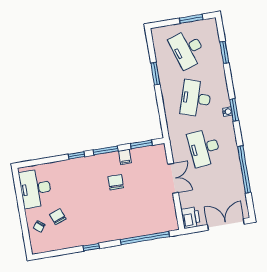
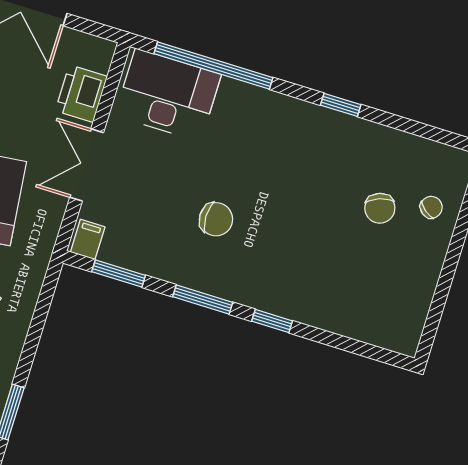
filing cabinet: (125, 157) -> (88, 239), moved
chair: (116, 182) -> (216, 219), turned -90
desk: (35, 188) -> (168, 95), moved, turned -90
printer: (191, 218) -> (81, 94), moved

